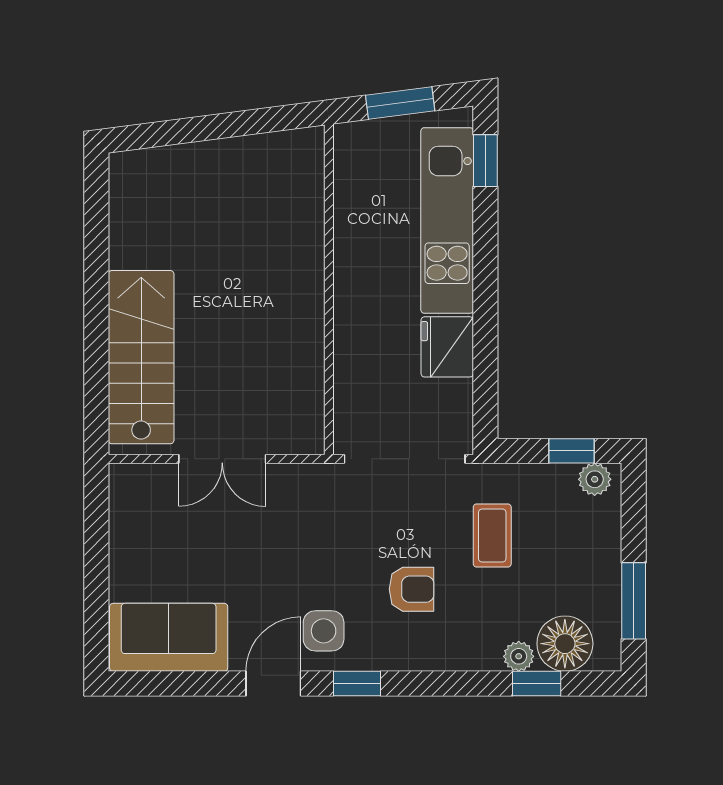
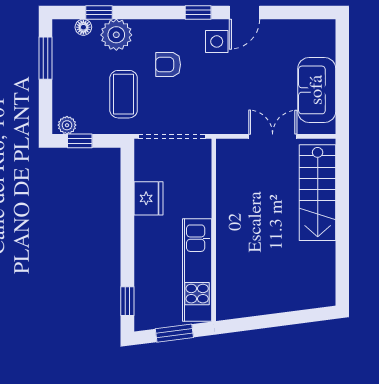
kitchen unit: (447, 220) -> (197, 270), moved, turned 180
coffee table: (492, 536) -> (124, 94), width x1.36, depth x1.30
sofa: (169, 637) -> (317, 90), moved, turned 90
floor lamp: (565, 644) -> (83, 27), width x0.53, depth x0.53
plant: (519, 656) -> (116, 35), width x1.88, depth x1.88

